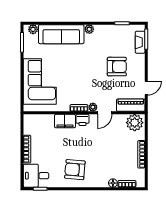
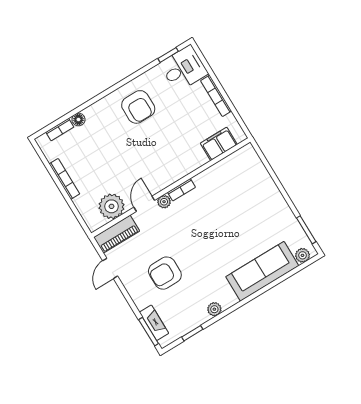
plant: (89, 29) -> (214, 309), moved
corner sofa: (40, 82) -> (253, 193), removed
printer: (83, 120) -> (167, 177), removed
filing cabinet: (65, 121) -> (219, 144), moved
plant: (135, 123) -> (112, 206), moved
armchair: (75, 170) -> (138, 107), turned 85

